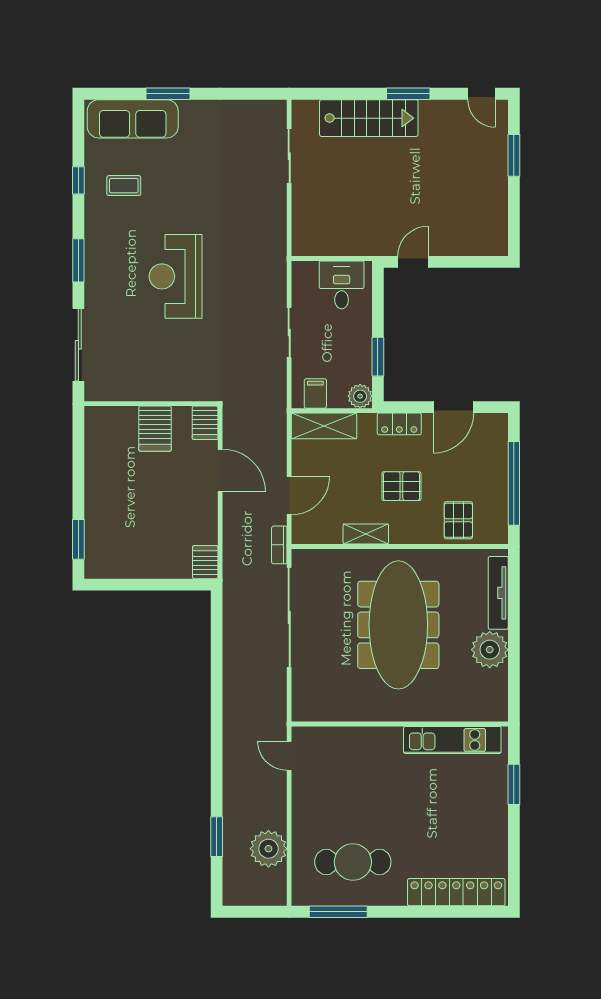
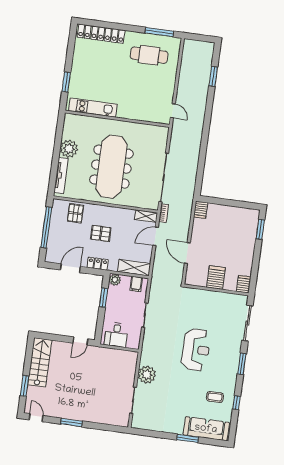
stairs: (369, 118) -> (40, 362), moved, turned 90
server rack: (205, 423) -> (244, 284), moved
shelving: (366, 534) -> (146, 216), moved
plant: (268, 849) -> (147, 375), moved

